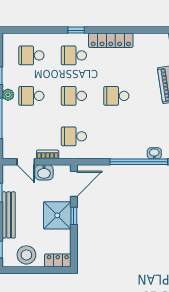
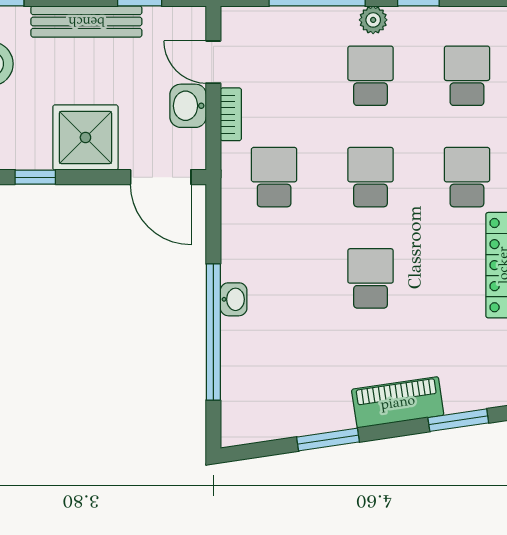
washbasin: (154, 153) -> (234, 299), moved
door: (26, 162) -> (213, 62), hinge flipped
window: (74, 216) -> (35, 177), moved

